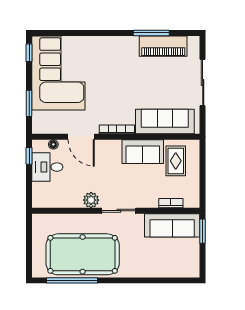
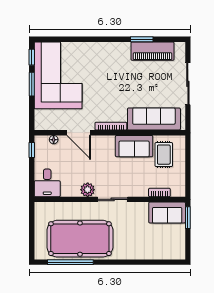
window: (151, 33) -> (142, 39), width x0.69
window: (29, 103) -> (32, 84), moved
desk: (47, 167) -> (47, 183), moved, turned -90
sofa: (172, 225) -> (167, 212), width x0.73

